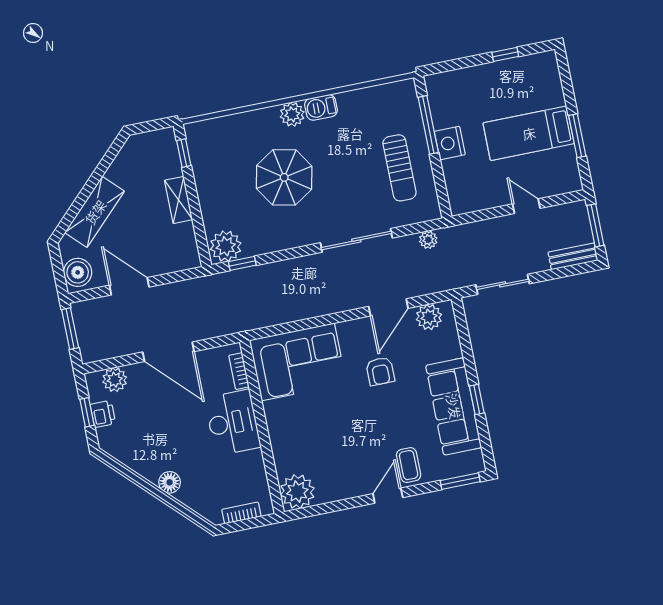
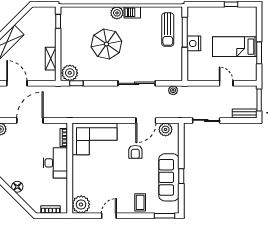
sun lounger: (399, 168) -> (168, 30), moved
shelving: (179, 200) -> (51, 59), moved
door: (168, 352) -> (30, 120), swing flipped
door: (388, 496) -> (109, 216), moved

